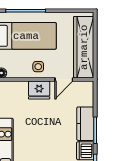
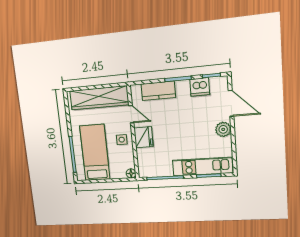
kitchen counter: (85, 124) -> (158, 91), moved

